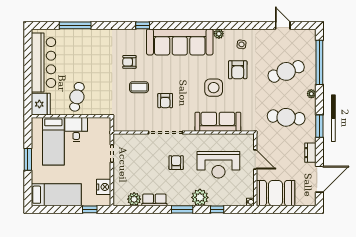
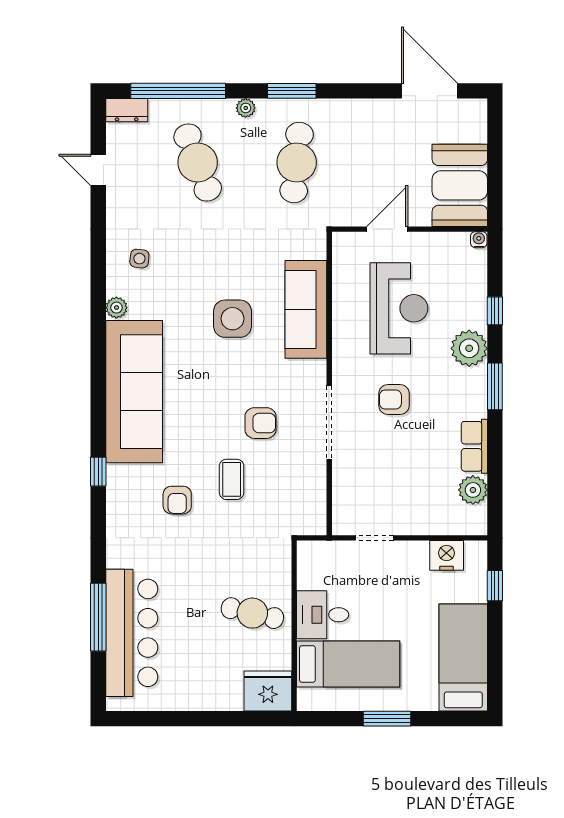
door: (283, 25) -> (98, 170), hinge flipped
bar counter: (43, 63) -> (132, 633), moved, turned 90
armchair: (238, 70) -> (194, 267), removed
window: (319, 126) -> (292, 91), moved
dresser: (310, 153) -> (127, 110), moved

